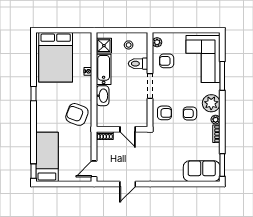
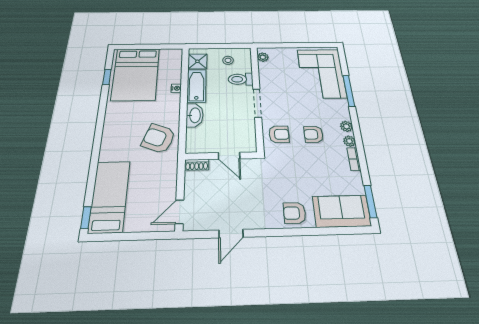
armchair: (167, 61) -> (295, 213), moved
window: (33, 94) -> (107, 77), moved
plant: (211, 103) -> (346, 126), width x0.53, depth x0.53

